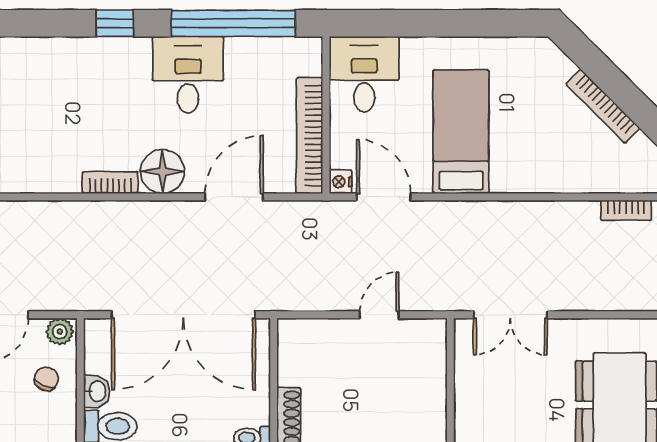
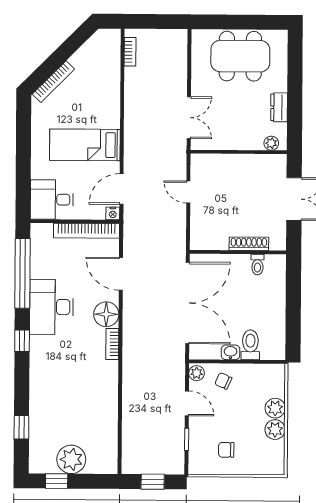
desk: (188, 75) -> (51, 307), width x1.37
bookcase: (603, 106) -> (53, 82), moved

